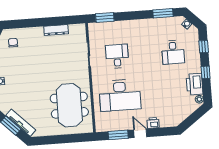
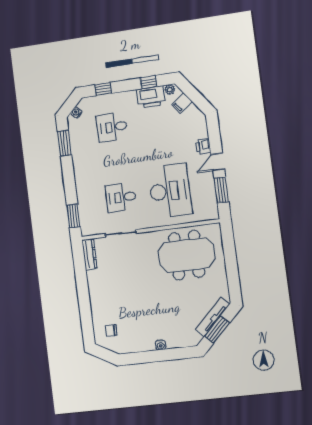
dresser: (56, 30) -> (89, 254), moved
desk: (173, 52) -> (112, 127), turned 180
window: (206, 72) -> (149, 82), moved
filing cabinet: (188, 108) -> (182, 103), added

